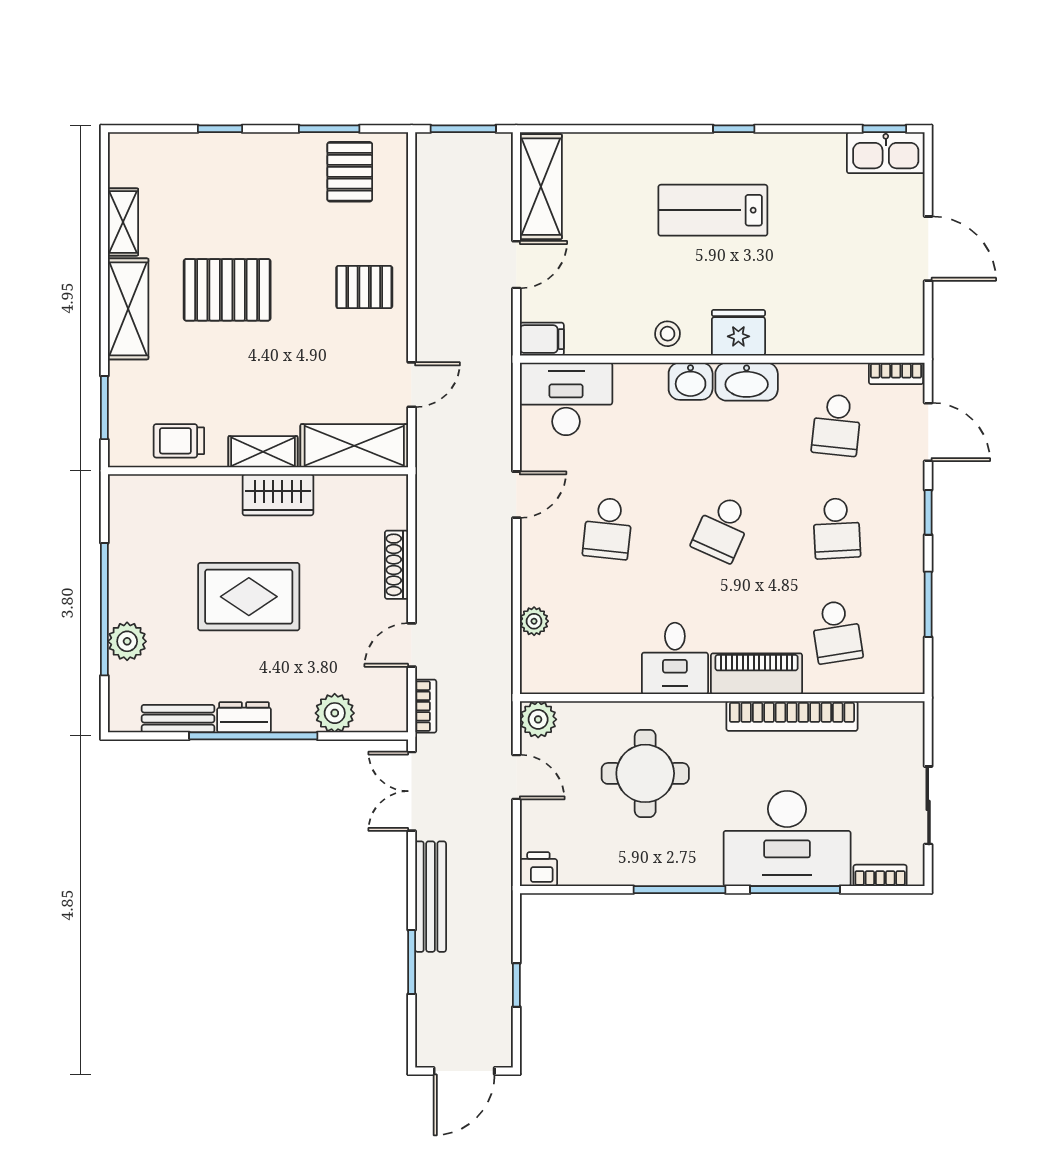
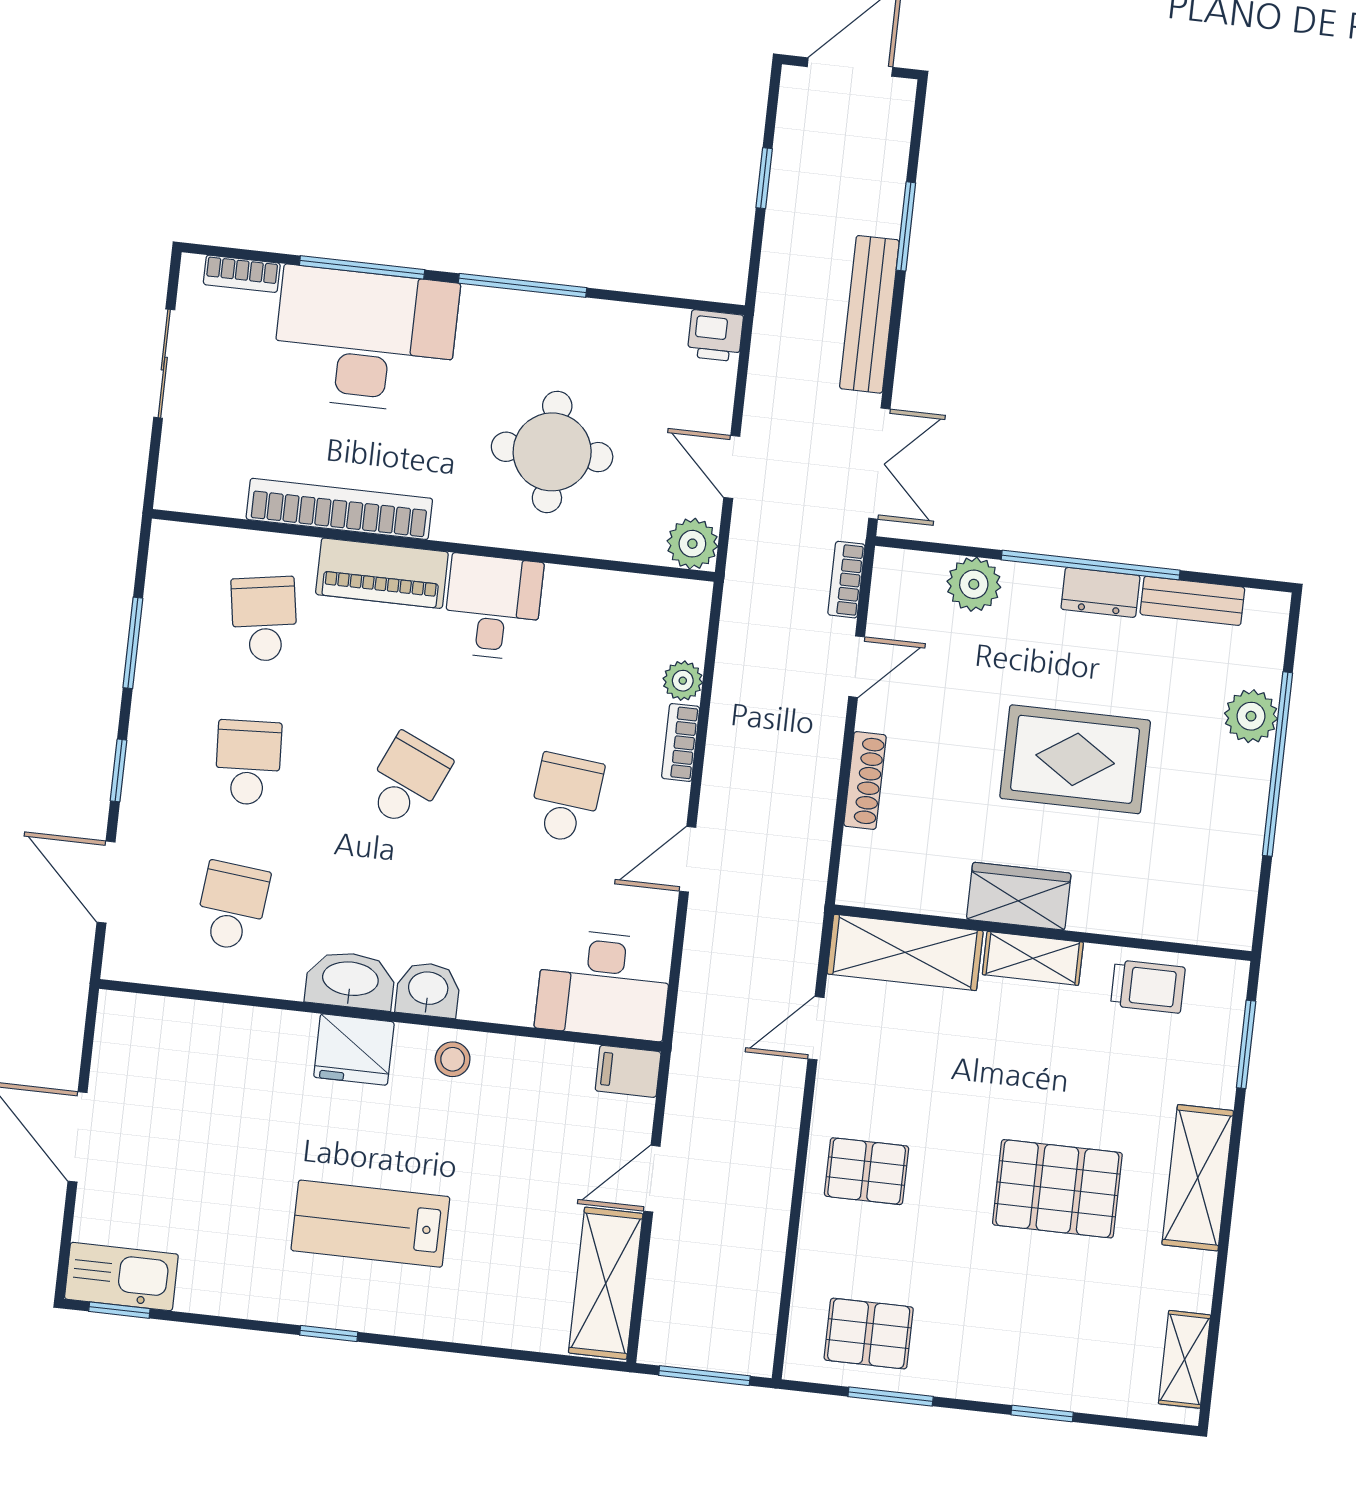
pallet: (350, 172) -> (869, 1334), turned 90
lab bench: (713, 210) -> (370, 1224), turned 180
shelving: (123, 222) -> (1185, 1359), moved
bookcase: (896, 373) -> (681, 742), moved, turned -90

